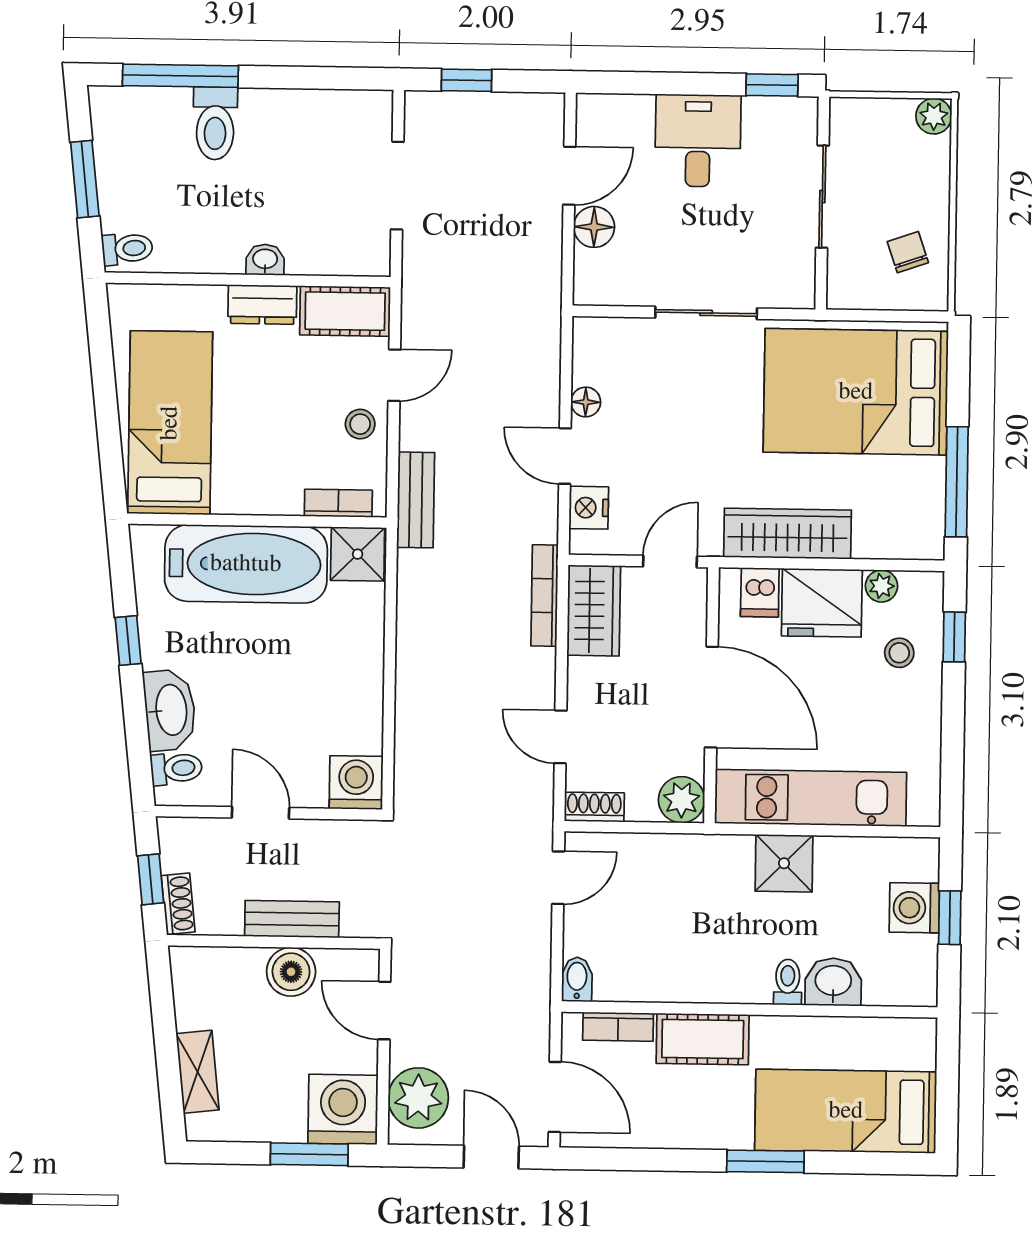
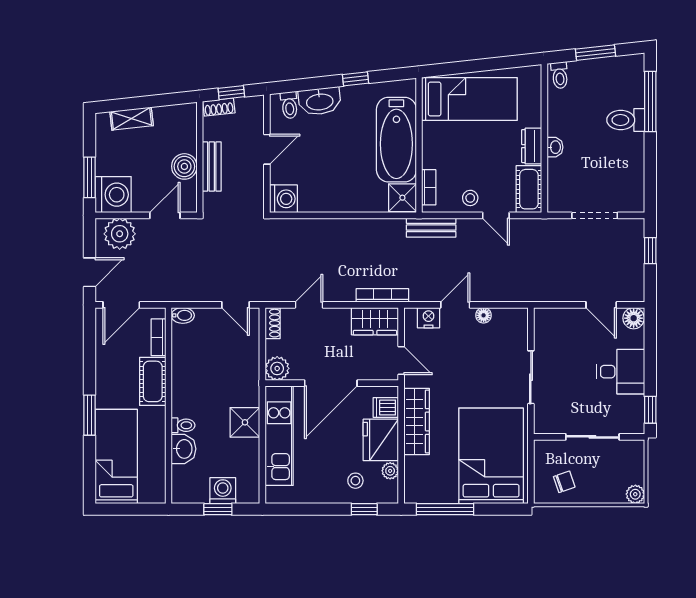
floor lamp: (594, 227) -> (634, 318), moved

